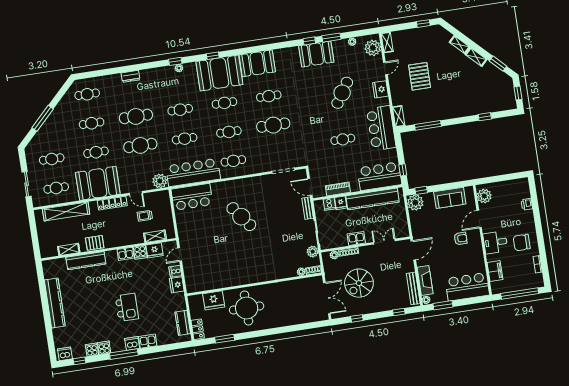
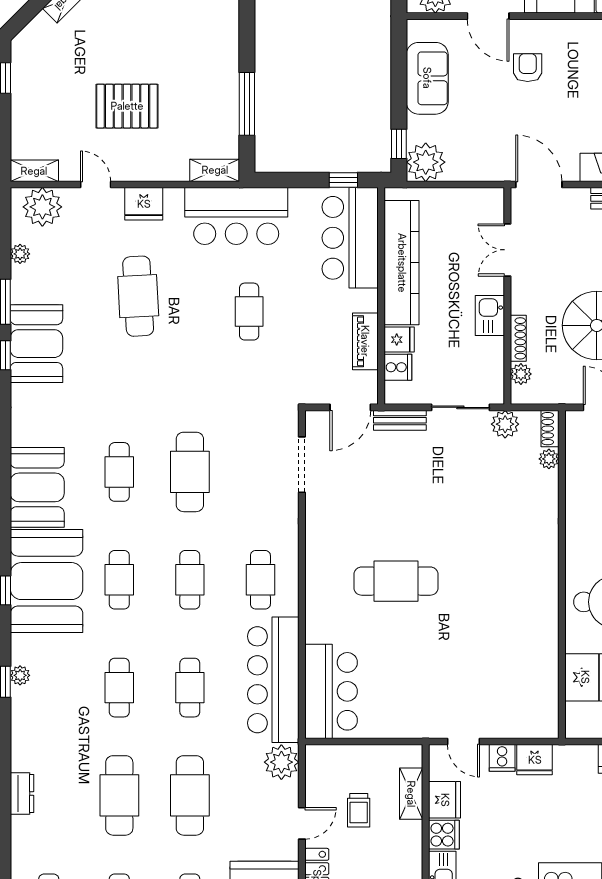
cafe table: (342, 93) -> (138, 296), turned 54
cafe table: (241, 217) -> (396, 581), turned 37

